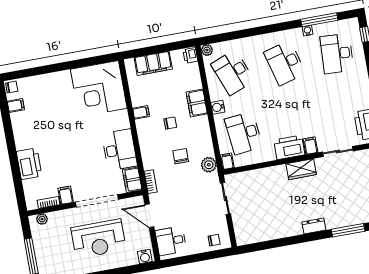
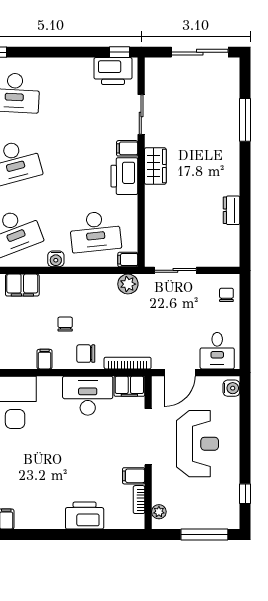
filing cabinet: (197, 103) -> (22, 285), moved
chair: (181, 156) -> (86, 354), moved
bookcase: (151, 182) -> (128, 363), width x1.56
dresser: (314, 226) -> (232, 210), moved

